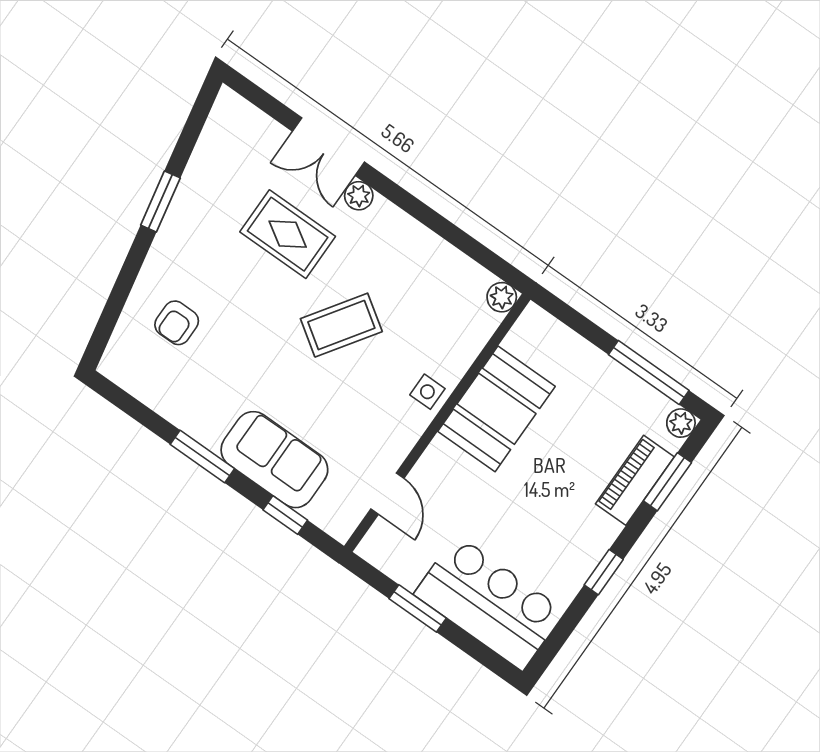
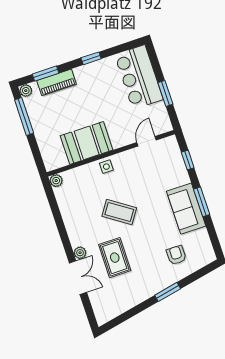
window: (160, 202) -> (168, 292), moved
armchair: (177, 323) -> (176, 255), turned -90
sofa: (274, 460) -> (186, 209), moved

